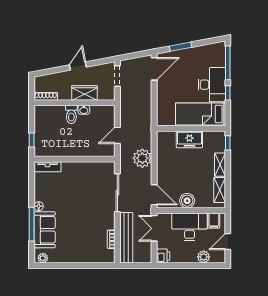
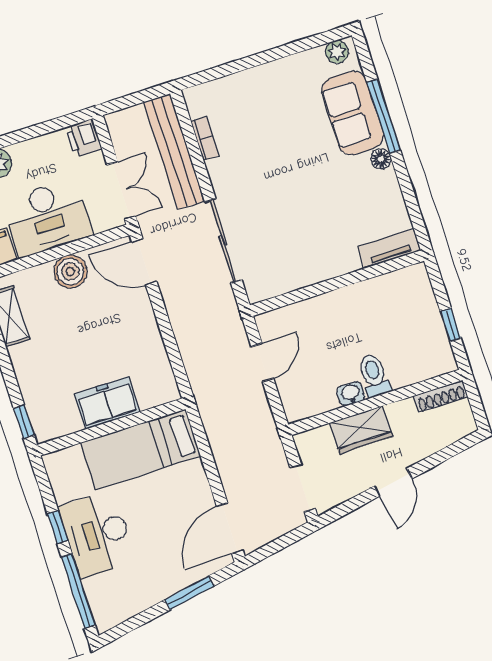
bed: (200, 114) -> (141, 449), moved, turned 180
window: (32, 140) -> (451, 325), moved
plant: (142, 158) -> (194, 331), removed
shelving: (220, 165) -> (25, 370), removed

